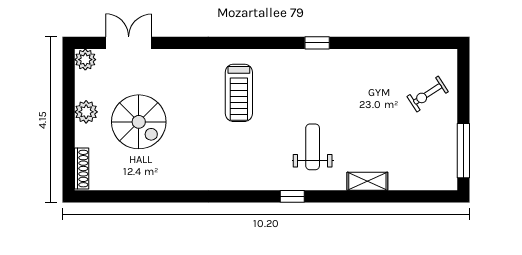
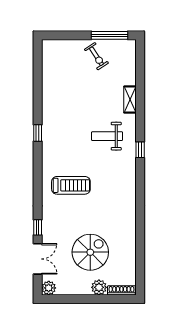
double door: (129, 43) -> (38, 259), swing flipped
window: (176, 43) -> (38, 227), added
exercise bike: (428, 94) -> (96, 56), moved
plant: (86, 112) -> (99, 287), moved

